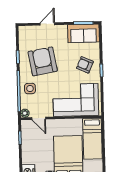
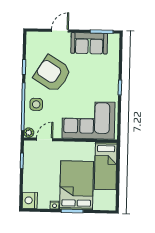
sofa: (83, 33) -> (89, 43), moved
armchair: (43, 61) -> (52, 74), turned -48
armchair: (85, 65) -> (101, 80), removed
door: (39, 118) -> (45, 139), swing flipped

